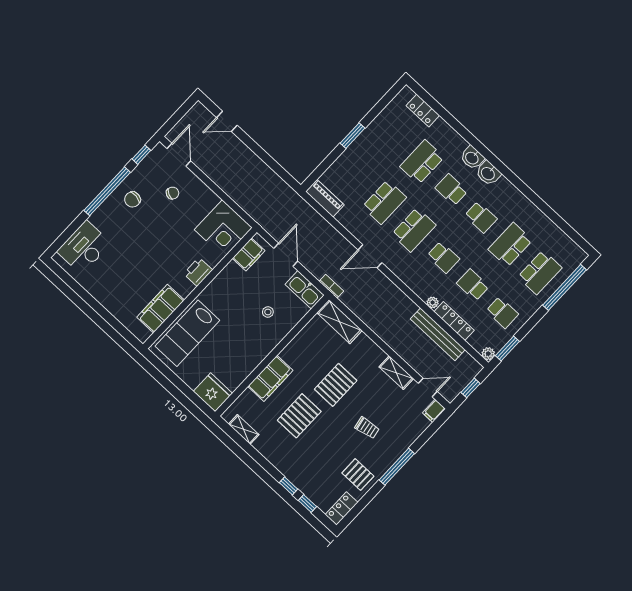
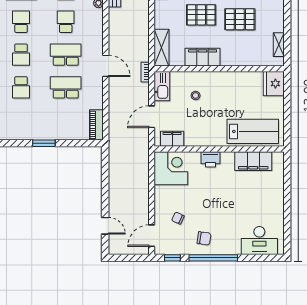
school desk: (422, 162) -> (21, 87), width x0.54
filing cabinet: (270, 378) -> (203, 57), moved

